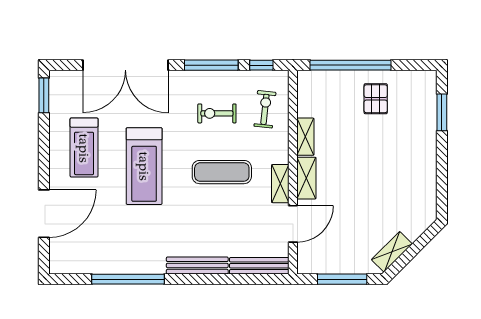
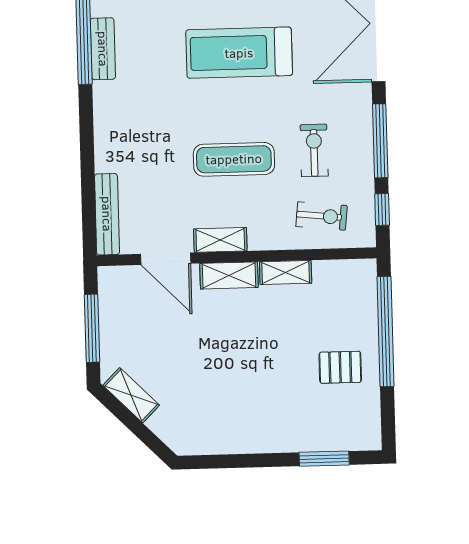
exercise mat: (222, 172) -> (234, 159), turned 90
bench: (197, 265) -> (103, 49), moved, width x0.73

